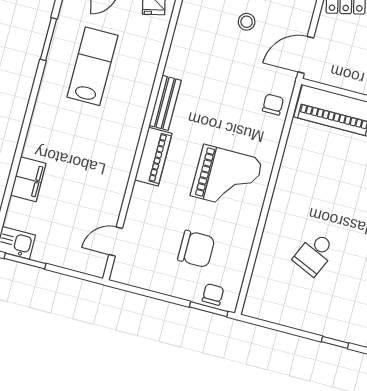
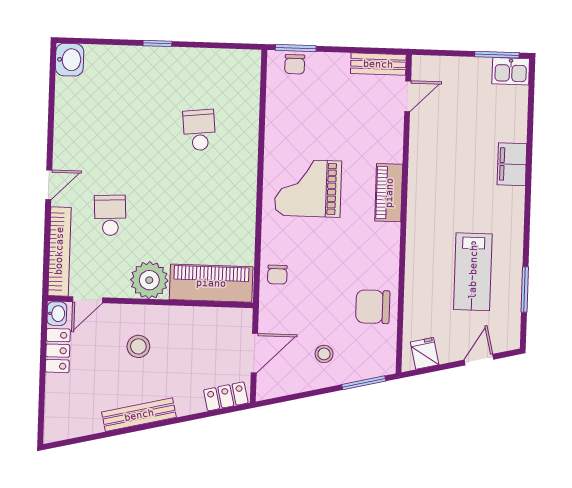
door: (306, 55) -> (254, 353), moved
bench: (165, 103) -> (378, 64), moved, turned 90
filing cabinet: (28, 179) -> (512, 164), moved
chair: (196, 249) -> (373, 307), moved
school desk: (315, 254) -> (199, 130), turned -30

